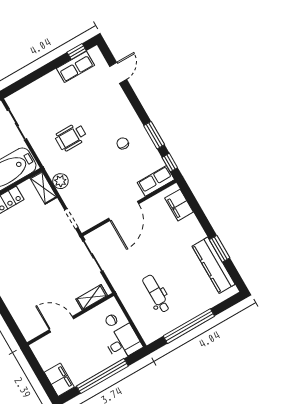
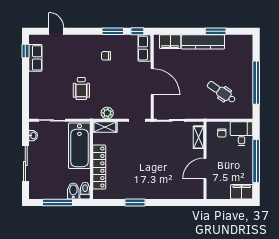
kitchen counter: (214, 265) -> (203, 42), moved
dental chair: (156, 294) -> (221, 92), turned 34

